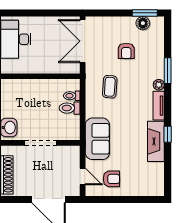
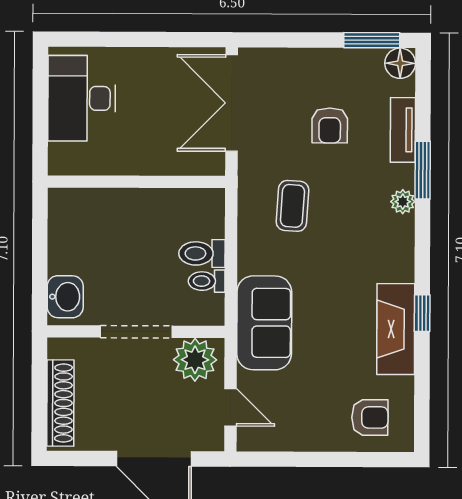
floor lamp: (143, 23) -> (400, 63), moved
toilet: (72, 96) -> (207, 281), moved
tv unit: (159, 106) -> (403, 130), moved
plant: (67, 155) -> (195, 360), added
armchair: (111, 179) -> (370, 417), moved

